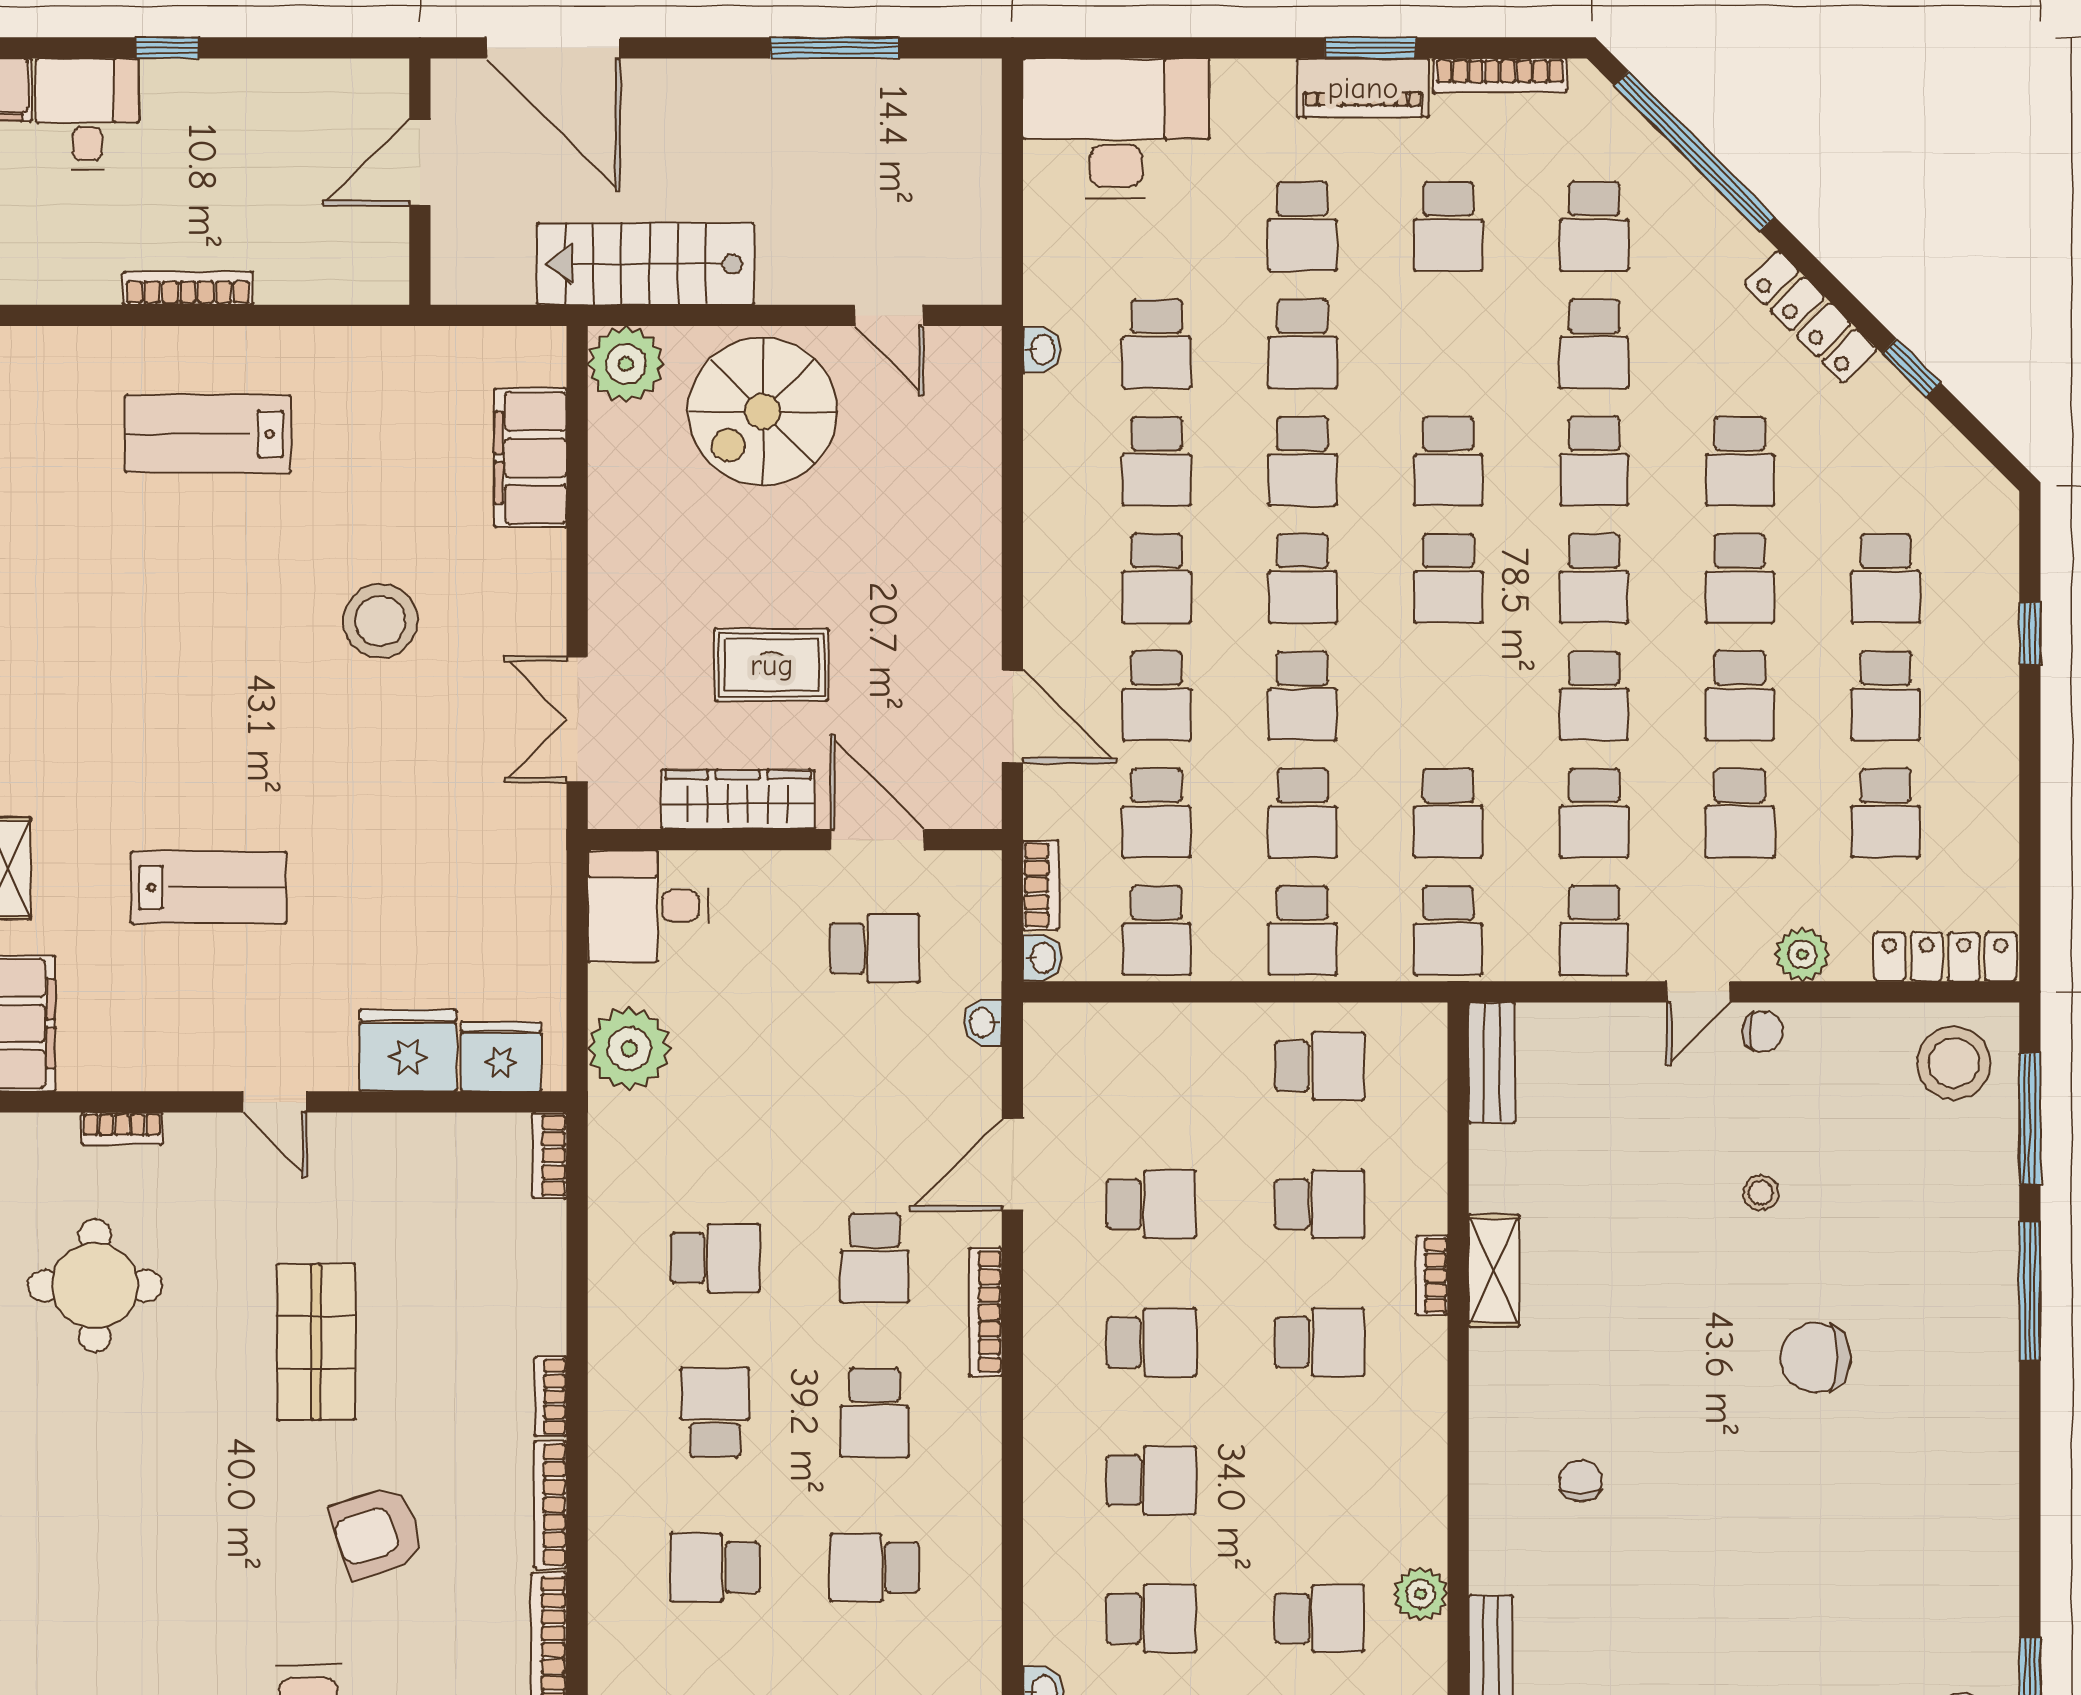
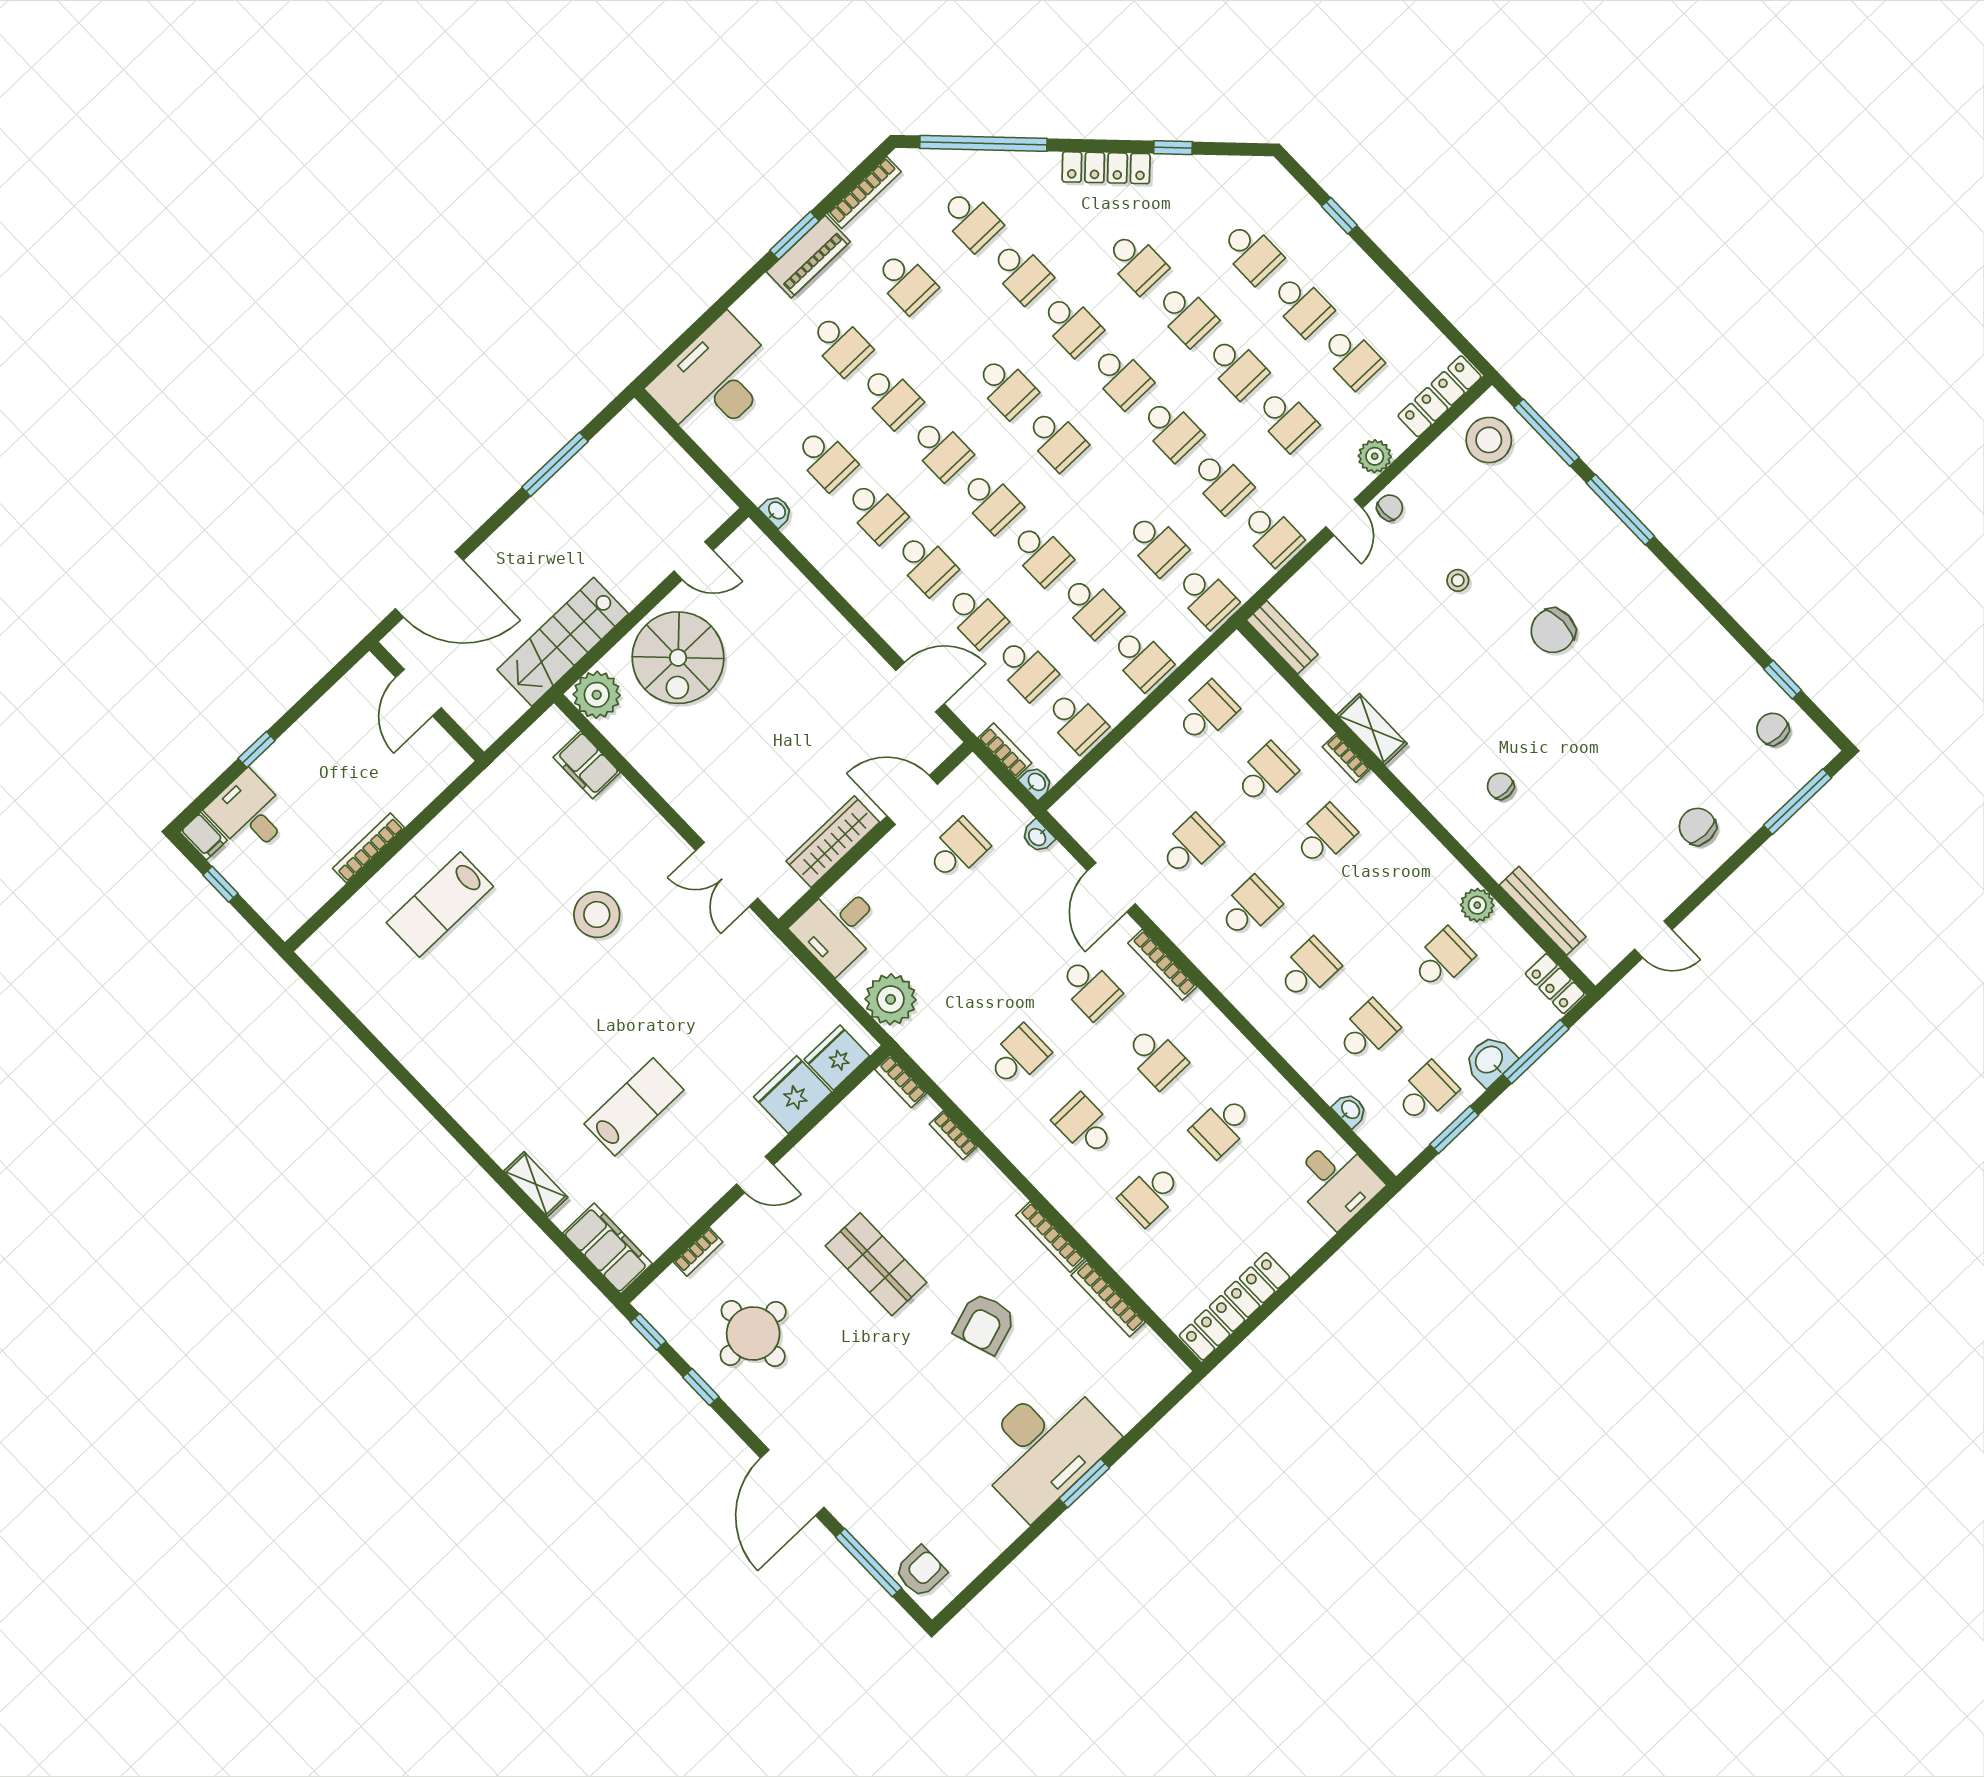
filing cabinet: (531, 458) -> (587, 765), width x0.67, depth x0.86
rug: (772, 665) -> (790, 767), removed
bookcase: (551, 1397) -> (953, 1135), moved

